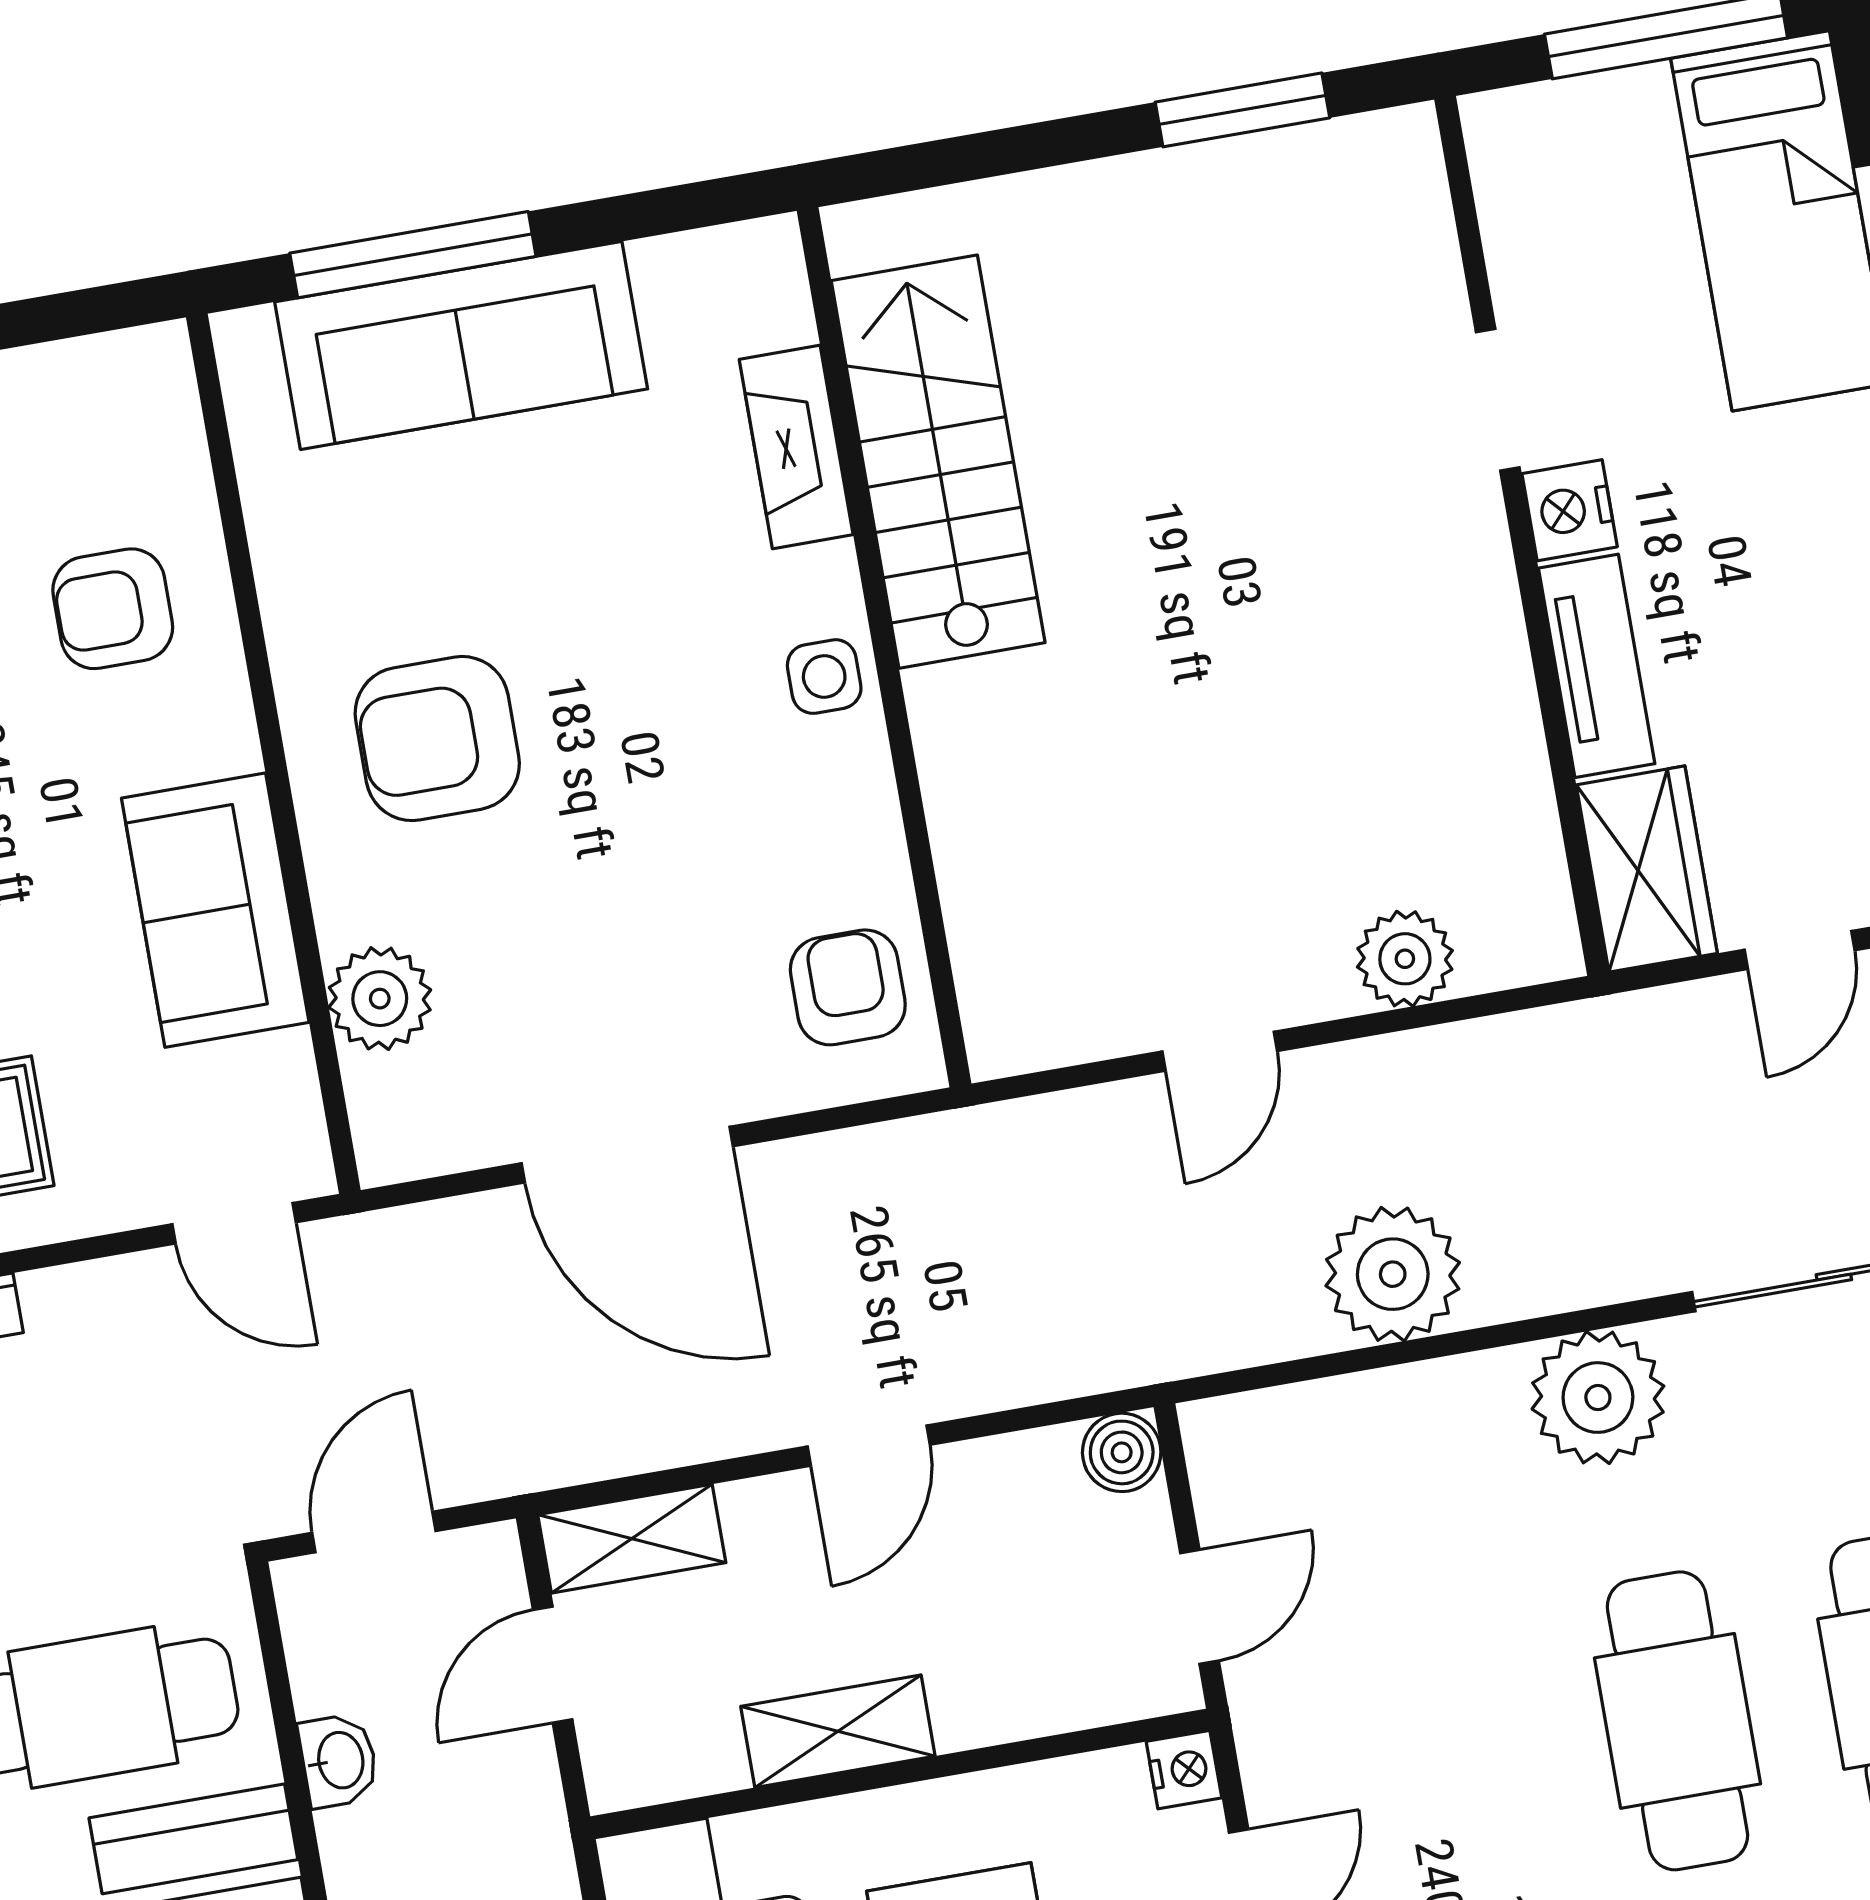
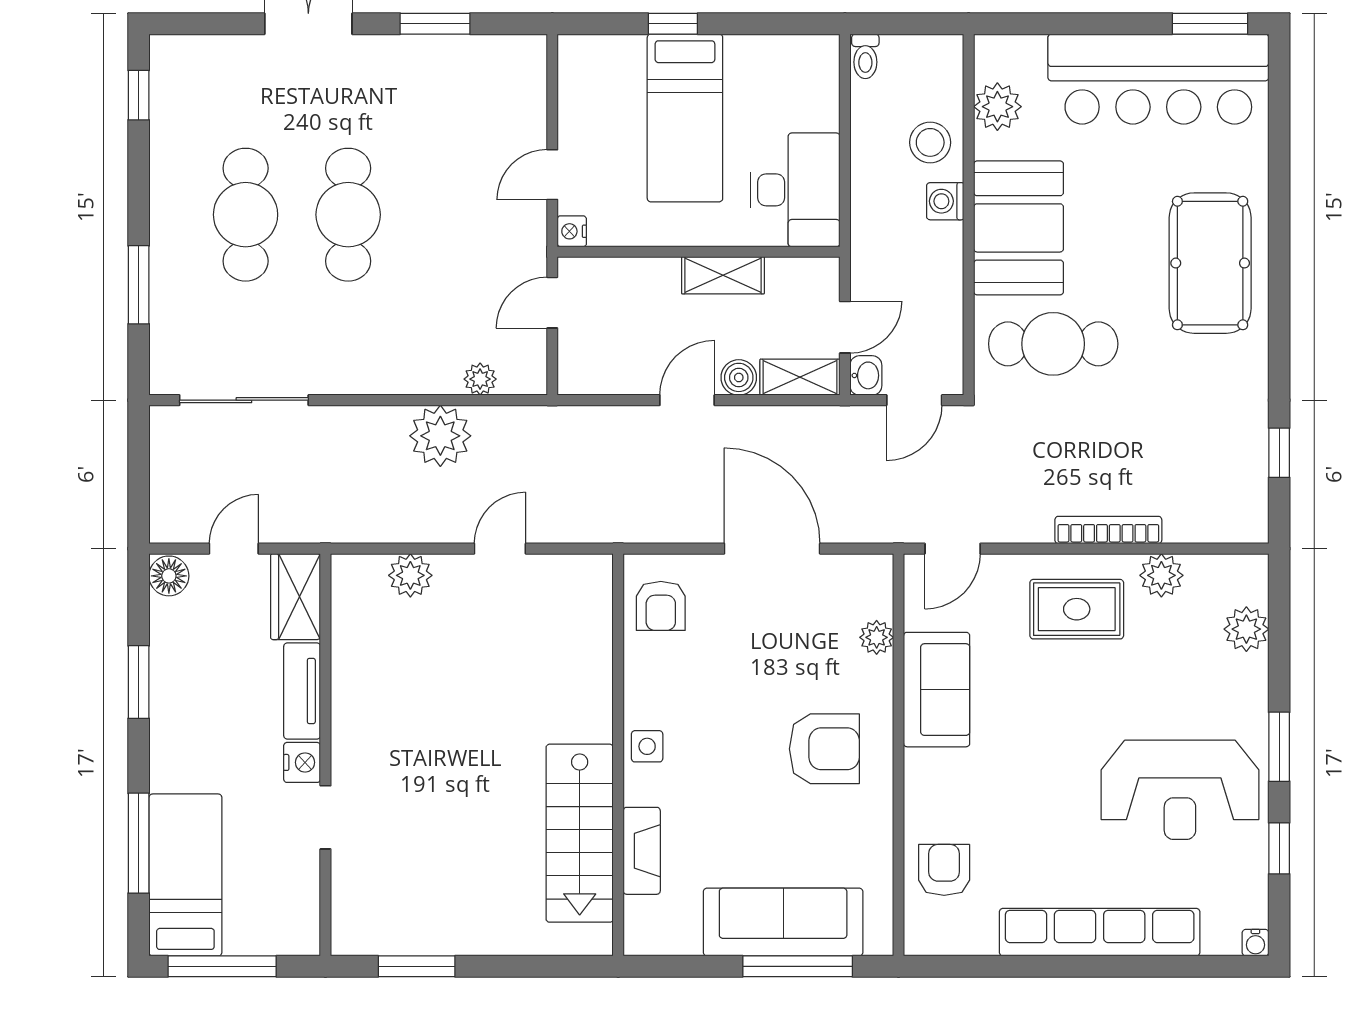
armchair: (113, 609) -> (944, 870), moved, turned -90
plant: (380, 999) -> (877, 637), width x0.73, depth x0.73
door: (234, 1223) -> (953, 549), swing flipped
plant: (1598, 1398) -> (480, 379), moved, width x0.53, depth x0.53
boiler: (1122, 1452) -> (739, 377), moved
washbasin: (339, 1761) -> (866, 375), moved, turned 180

